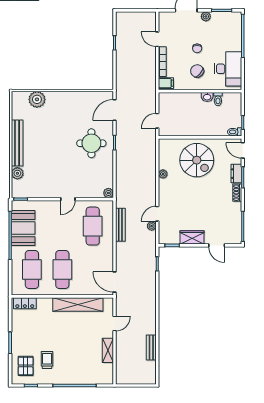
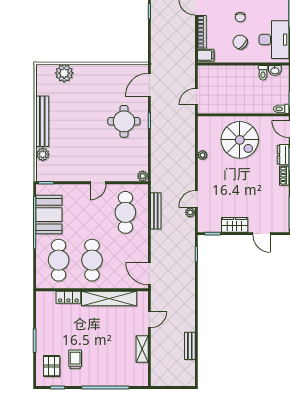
washbasin: (207, 97) -> (275, 70), moved
locker: (25, 303) -> (68, 297), moved

